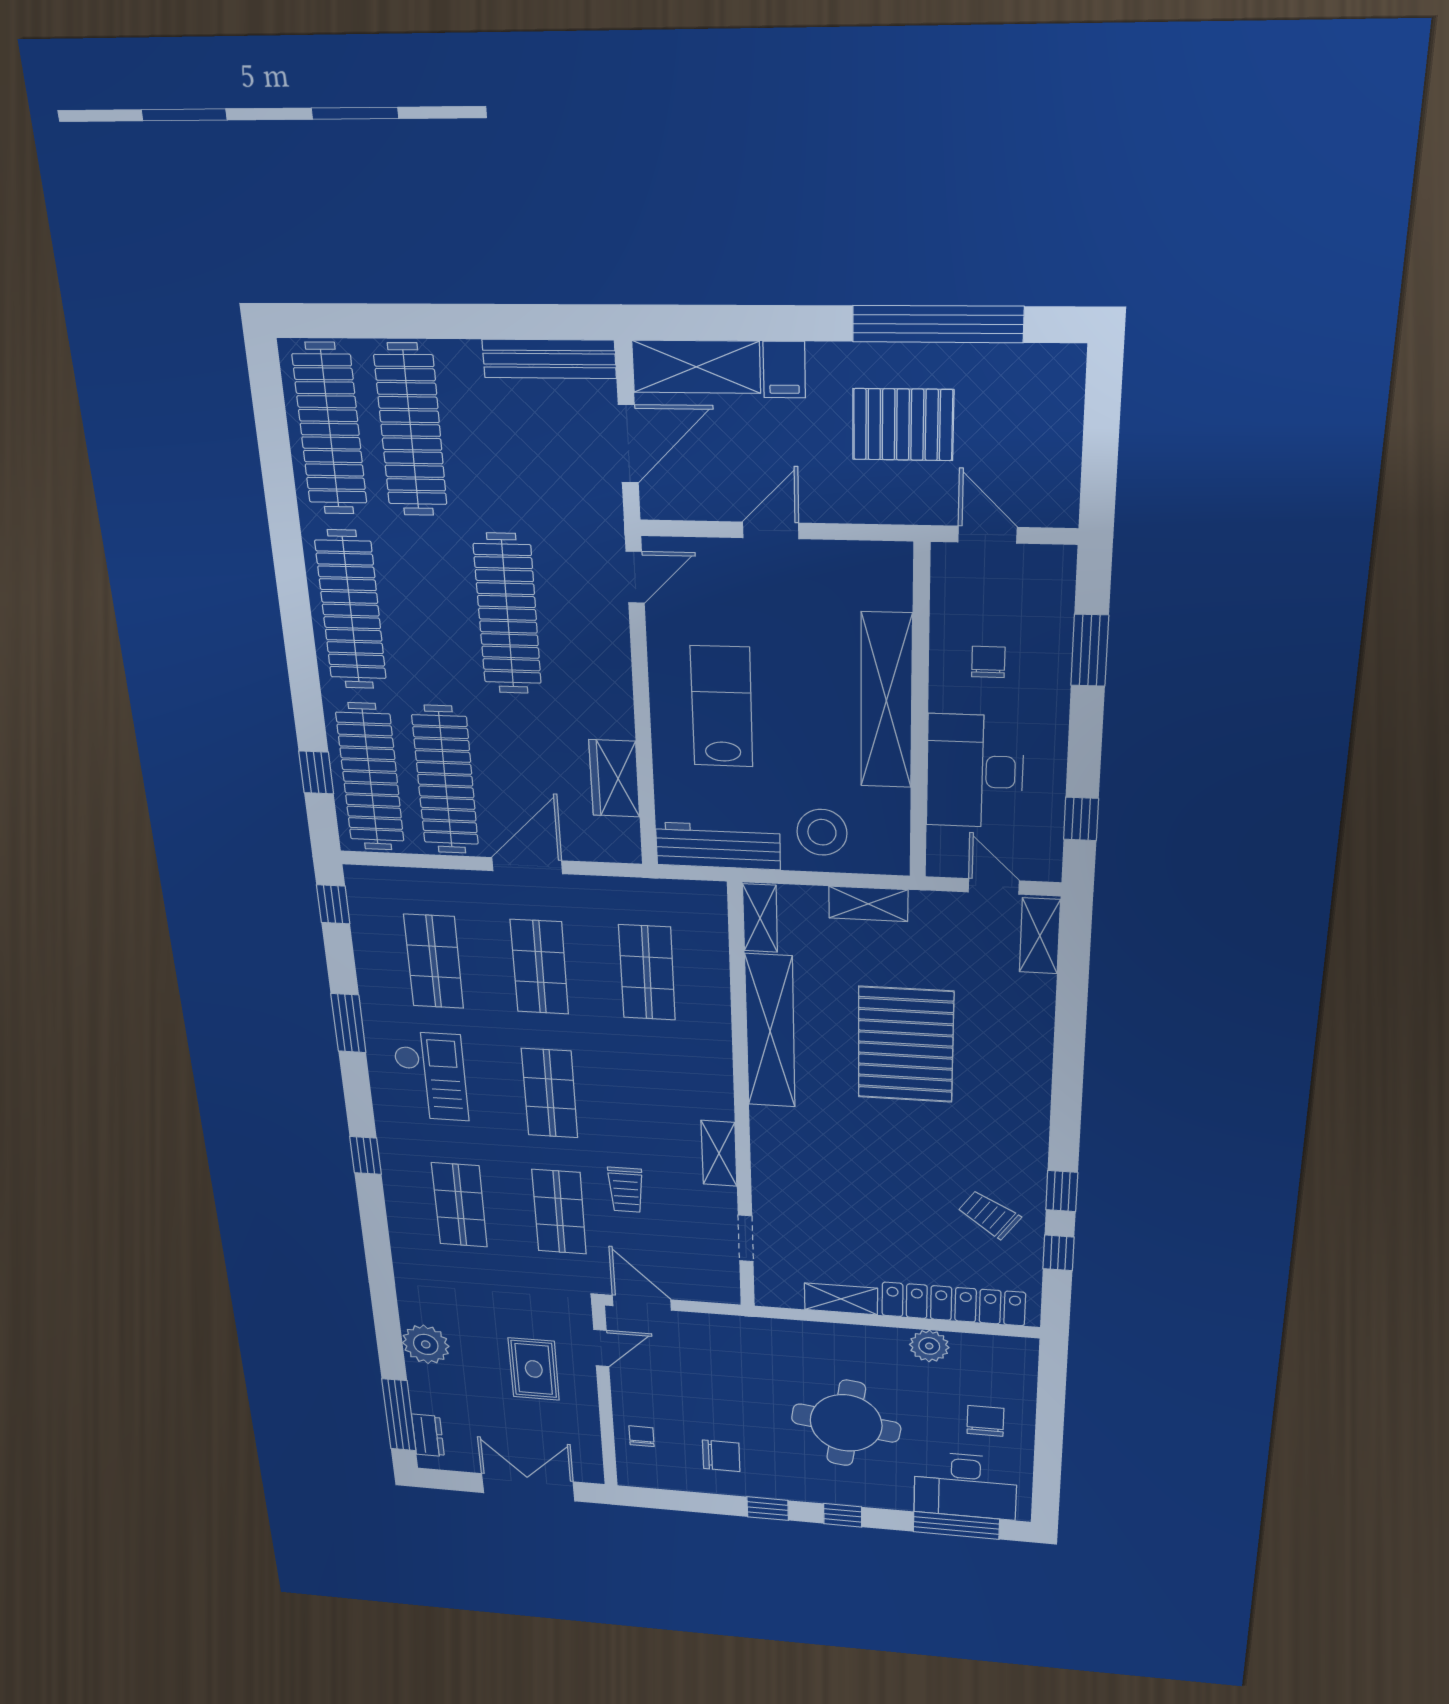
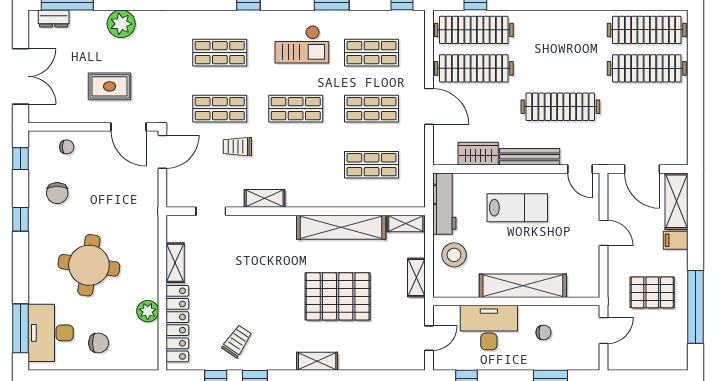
bench: (549, 359) -> (530, 157), moved, turned 90
pallet: (903, 425) -> (652, 292), turned 90
clothes rail: (351, 610) -> (560, 30), removed
shelving: (1040, 936) -> (317, 361), moved
door: (601, 1348) -> (129, 127), width x1.38
window: (843, 1515) -> (20, 159), moved

